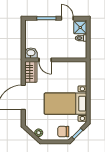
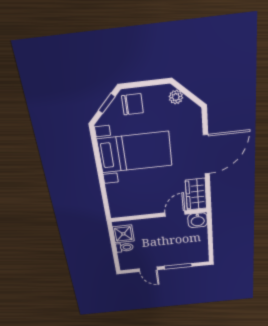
shower: (80, 27) -> (123, 234), moved
door: (45, 60) -> (175, 213), hinge flipped

